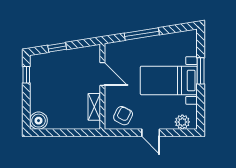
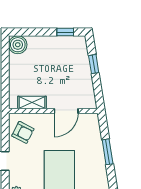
window: (142, 34) -> (108, 152), width x0.69

